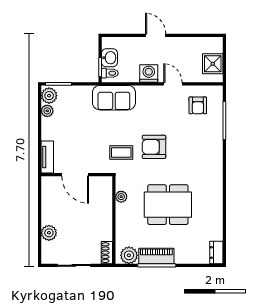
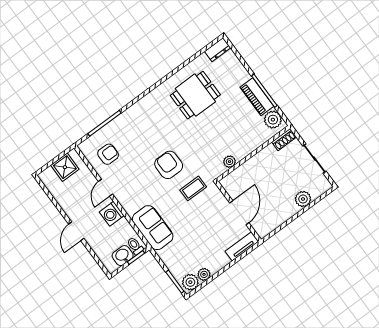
armchair: (154, 147) -> (169, 165), turned 180
coffee table: (121, 152) -> (193, 188), turned 90
dining table: (168, 205) -> (195, 95), moved, width x0.73

